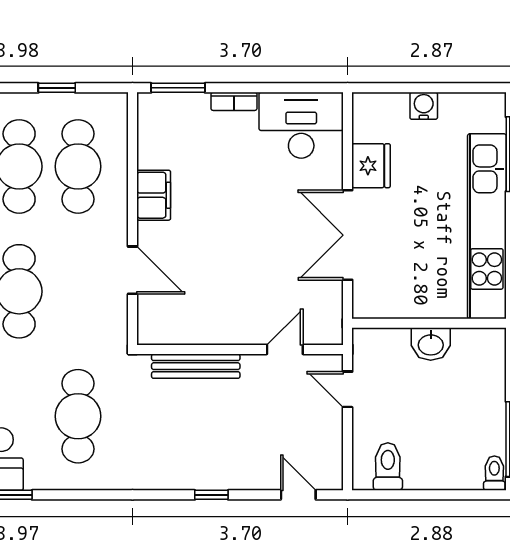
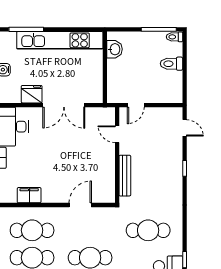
filing cabinet: (154, 195) -> (29, 195), moved
washbasin: (431, 344) -> (115, 49), moved
toilet: (388, 467) -> (171, 64), moved
door: (298, 495) -> (185, 128), swing flipped

